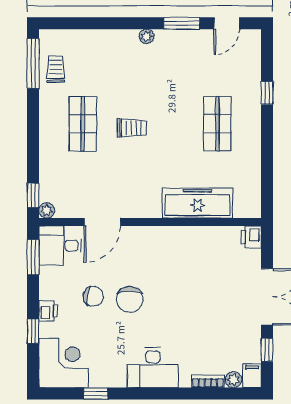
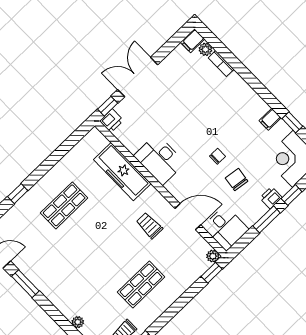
plant: (146, 36) -> (78, 322), moved
trolley: (132, 128) -> (149, 226), moved
window: (33, 257) -> (267, 219), moved
chair: (130, 299) -> (218, 156), width x0.54, depth x0.54
window: (267, 350) -> (108, 106), moved
desk: (153, 368) -> (159, 159), moved, turned 180
filing cabinet: (118, 377) -> (270, 119), added

